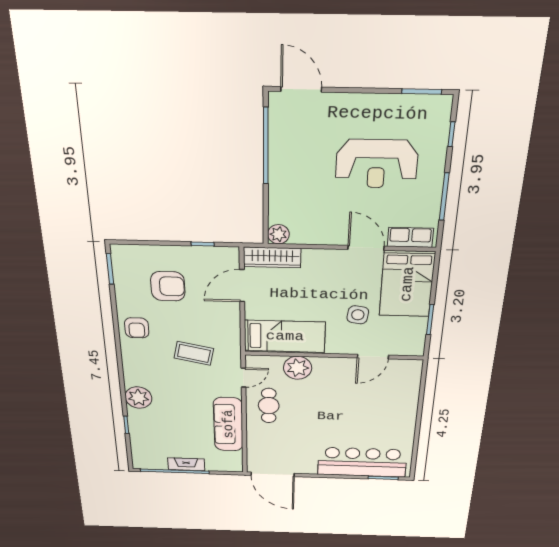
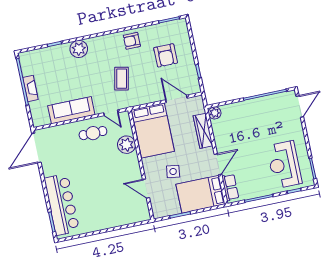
reception desk: (377, 164) -> (284, 165), moved
wardrobe: (272, 257) -> (203, 131), moved
bed: (285, 336) -> (153, 130), width x1.50

